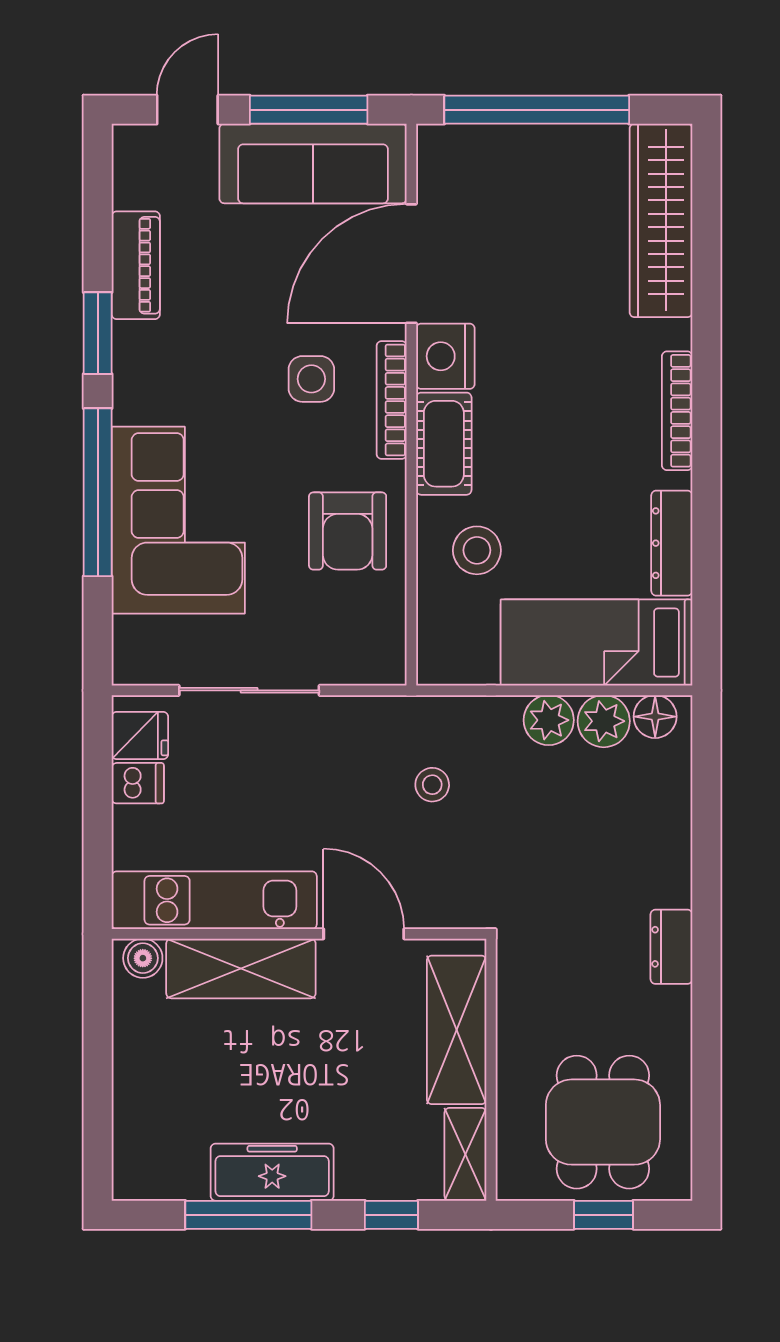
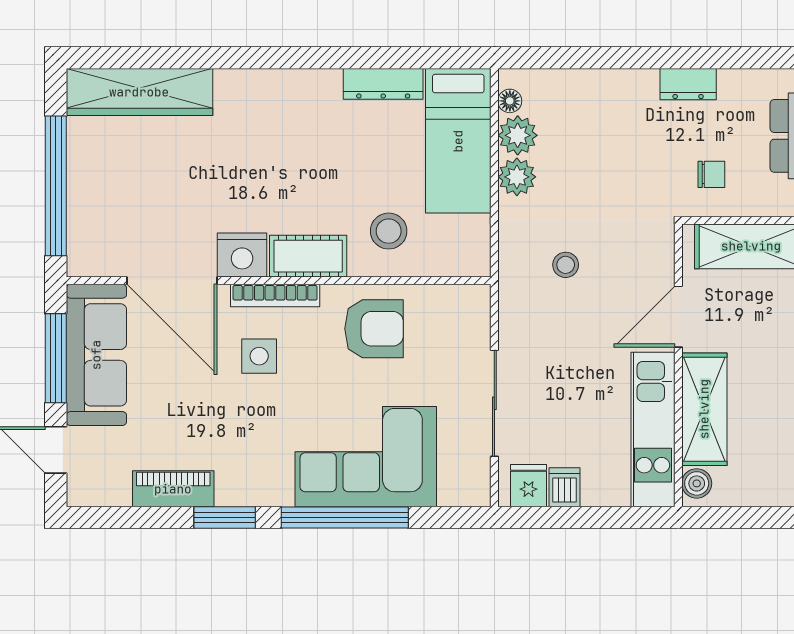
bookcase: (677, 411) -> (283, 80), removed
floor lamp: (655, 717) -> (510, 101), width x0.73, depth x0.73
chair: (552, 977) -> (711, 174), added

